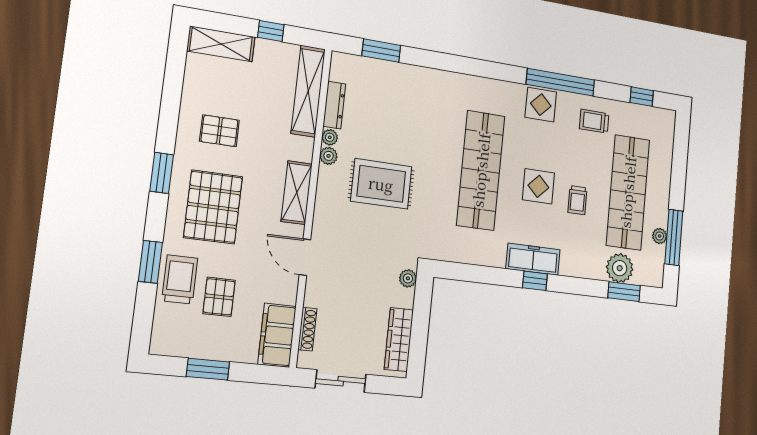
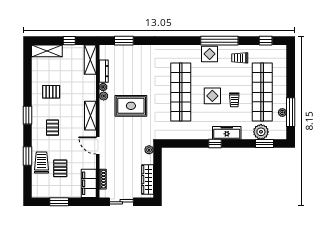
shelving: (308, 91) -> (90, 60), width x0.68
pallet: (213, 207) -> (52, 128), width x0.49, depth x0.50
freezer: (533, 259) -> (227, 133), moved

